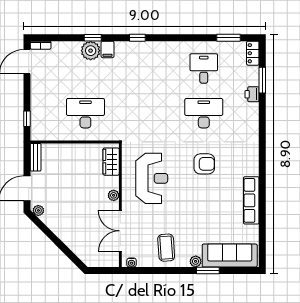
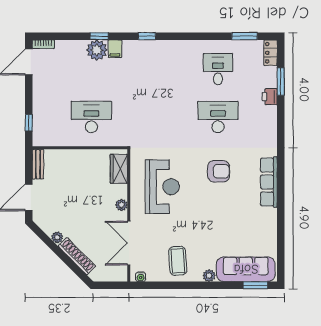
row of seats: (251, 200) -> (269, 182), moved
plant: (38, 210) -> (57, 237), moved
shoe rack: (72, 243) -> (77, 256), added
window: (208, 270) -> (255, 285), moved

